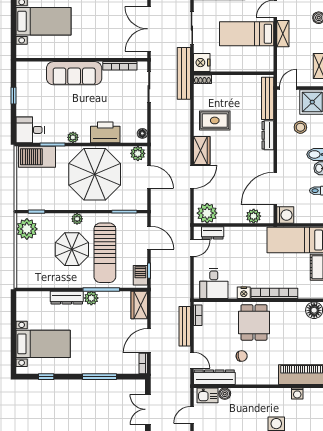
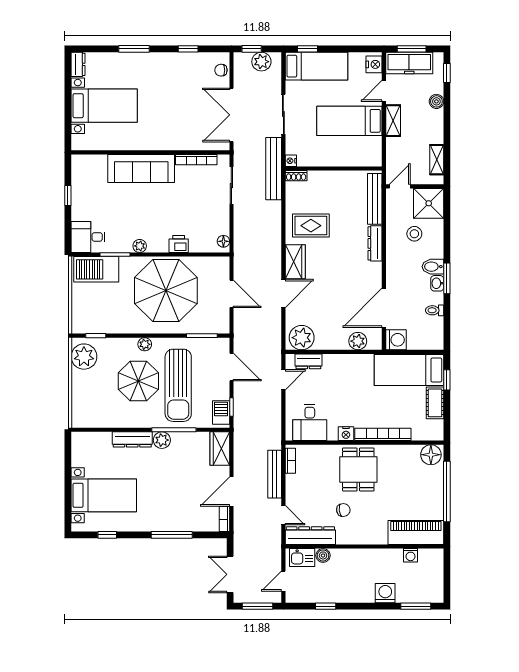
nightstand: (202, 63) -> (291, 161), width x0.53, depth x0.56
printer: (105, 132) -> (179, 244), width x0.53, depth x0.68
plant: (138, 153) -> (218, 265), removed

